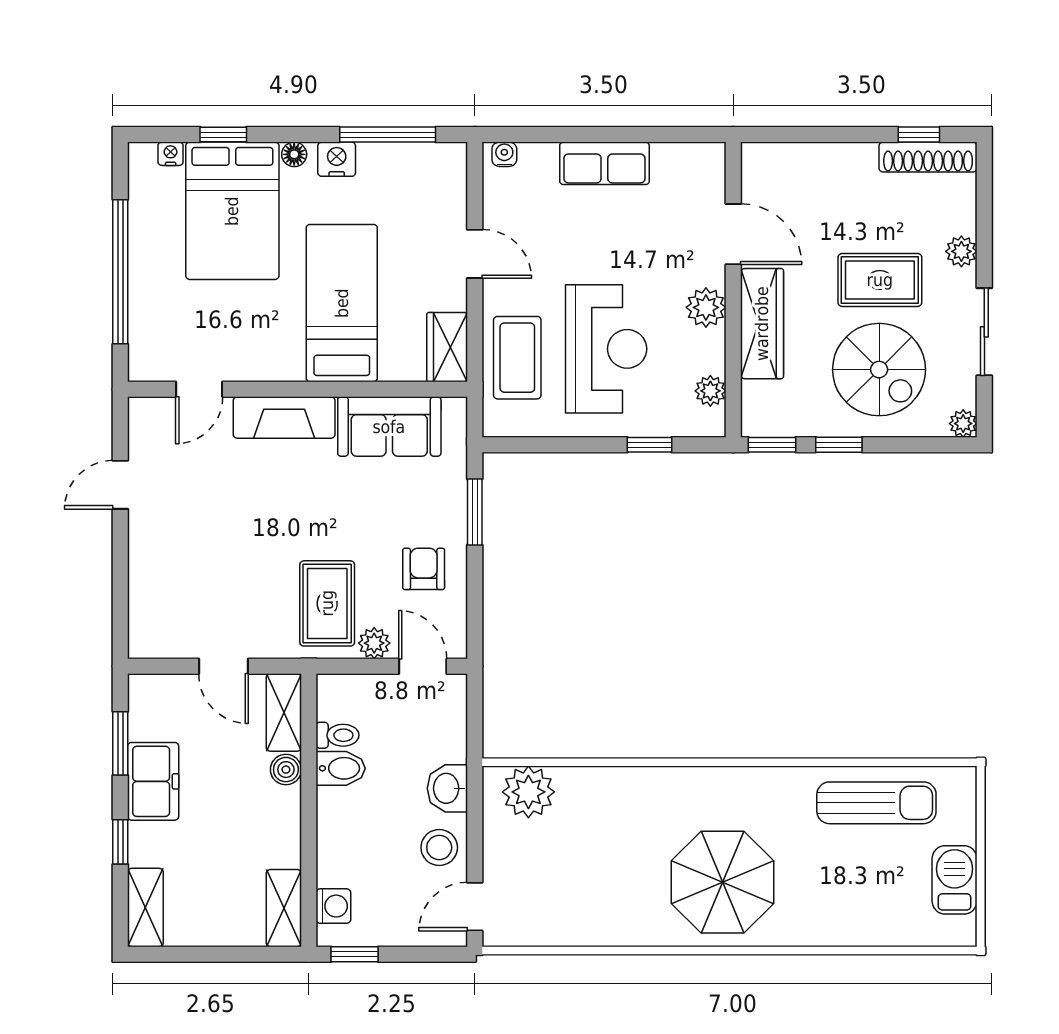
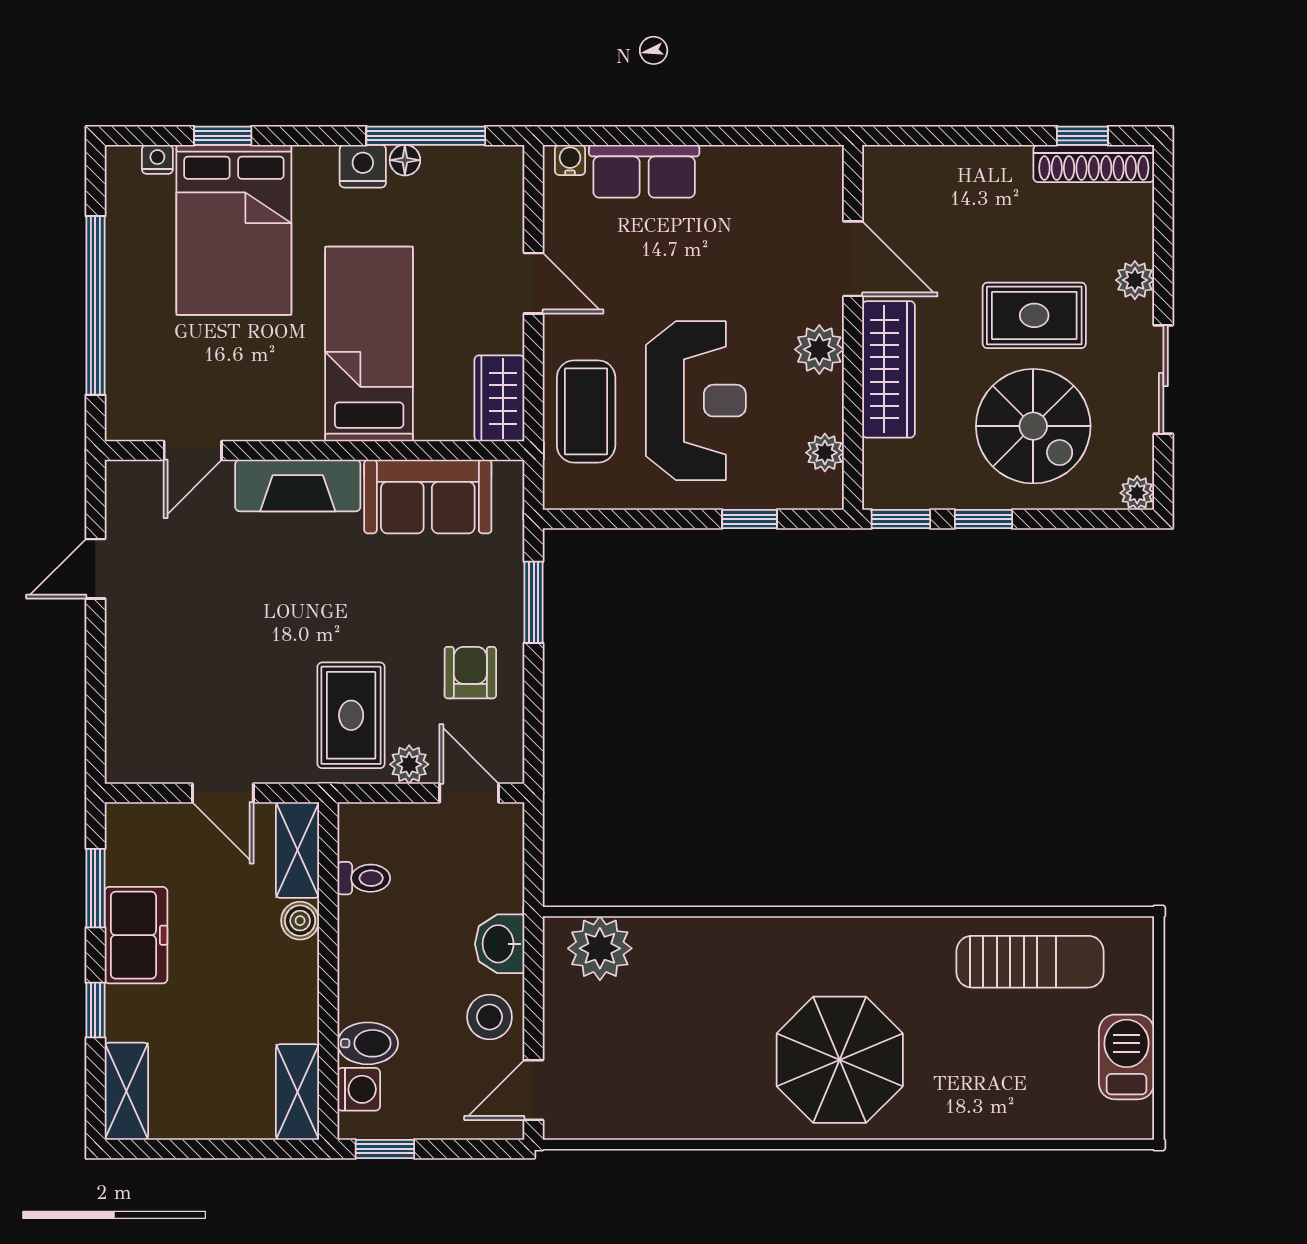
floor lamp: (294, 154) -> (405, 160), moved
row of seats: (604, 163) -> (644, 171), moved
bidet: (341, 768) -> (368, 1043), moved

